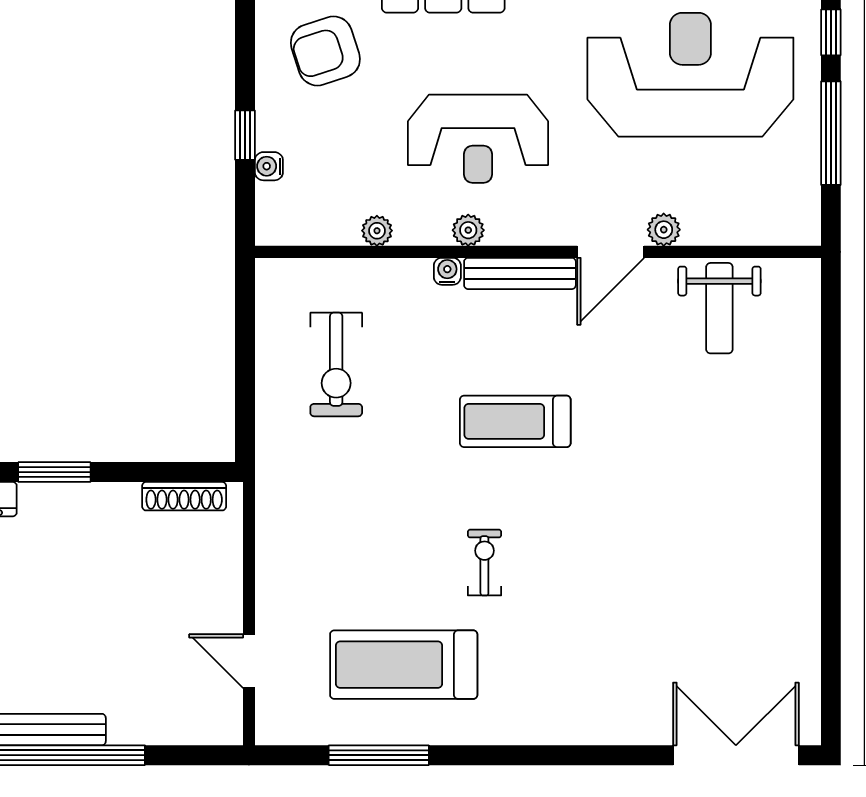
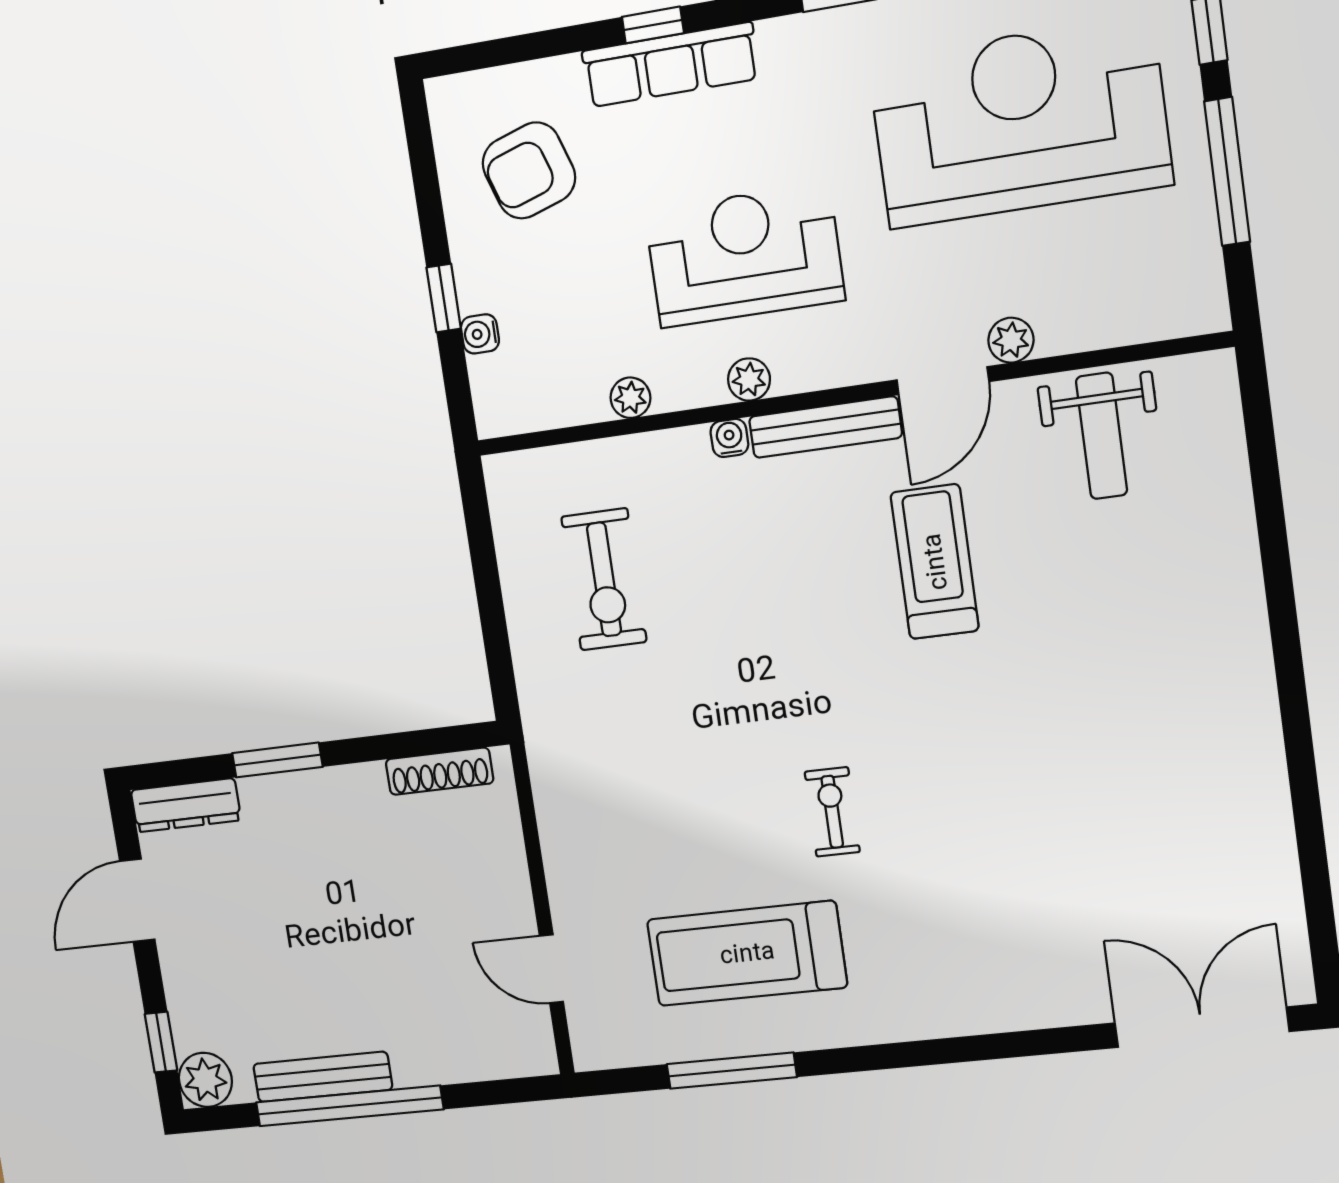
reception desk: (478, 139) -> (744, 255), turned 180
treadmill: (515, 421) -> (935, 562), moved, turned 90

